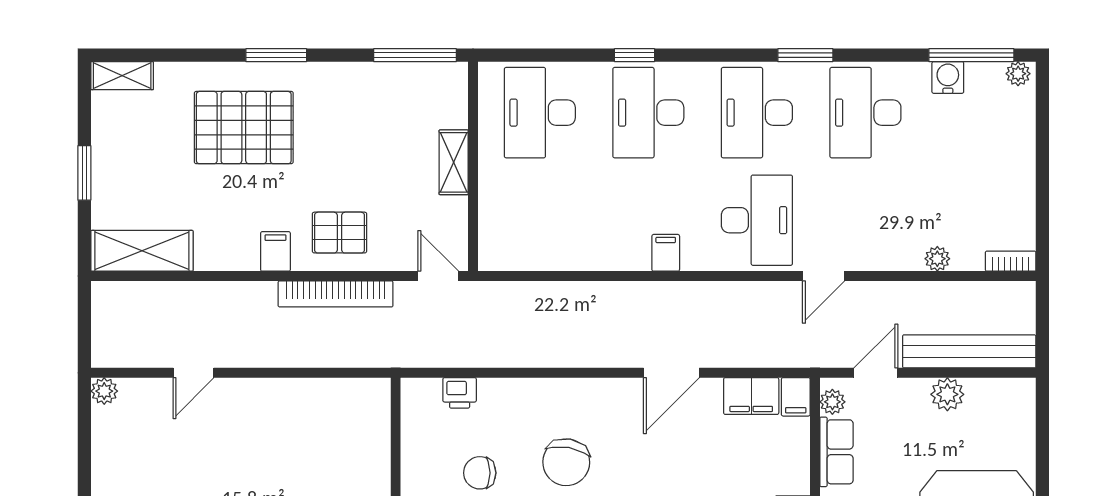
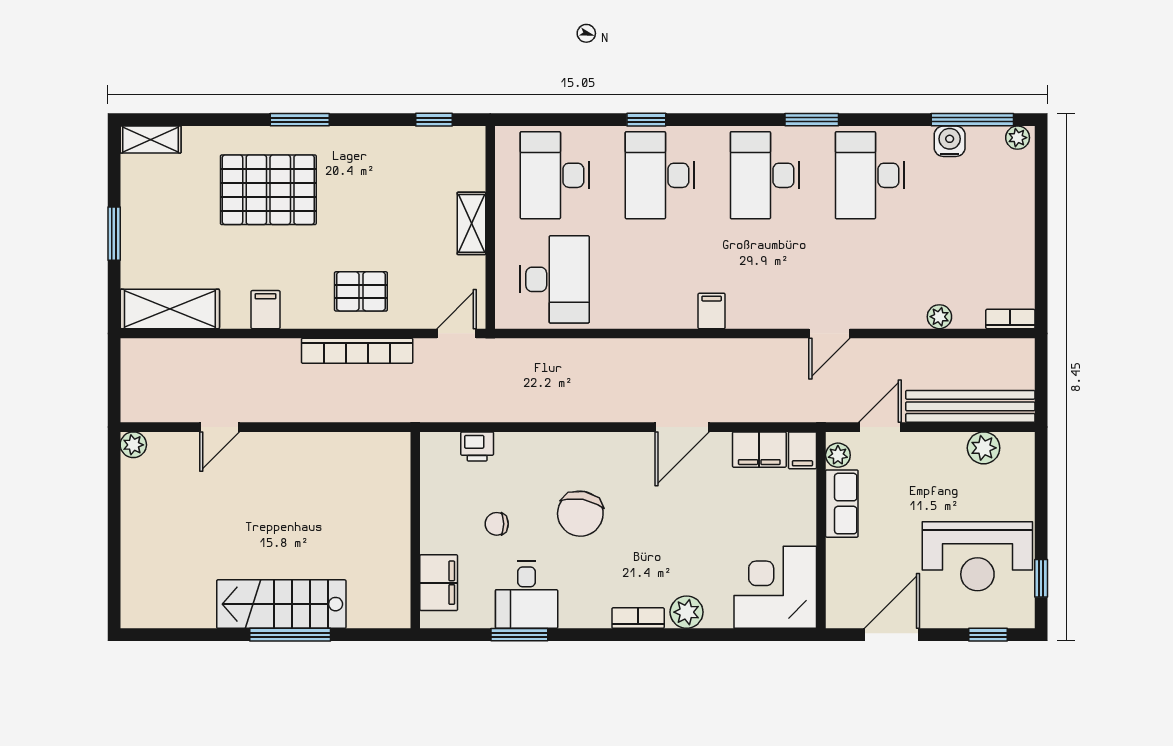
window: (415, 55) -> (434, 120), width x0.46
desk: (757, 220) -> (555, 279), moved
filing cabinet: (275, 251) -> (265, 310), moved
filing cabinet: (666, 253) -> (712, 311), moved
door: (438, 276) -> (457, 333), hinge flipped
plant: (947, 394) -> (984, 448), moved
chair: (480, 473) -> (497, 524), width x0.73, depth x0.73

